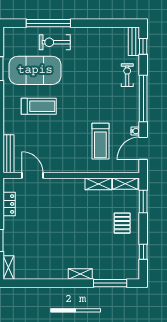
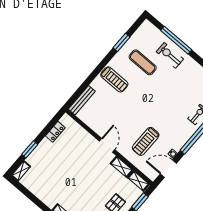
exercise mat: (35, 70) -> (143, 62), width x0.50, depth x0.69
treadmill: (39, 106) -> (114, 79), moved
door: (33, 175) -> (107, 145), moved

